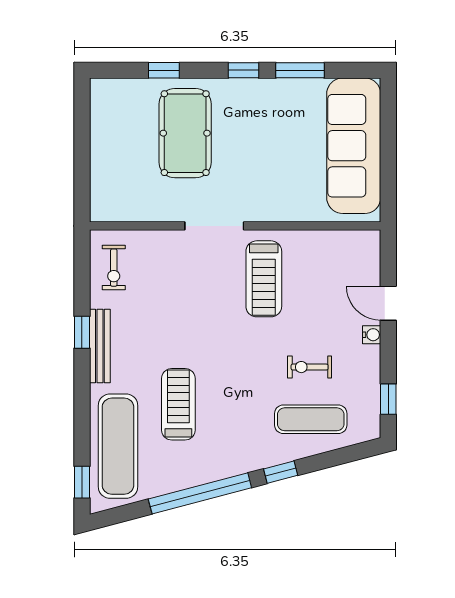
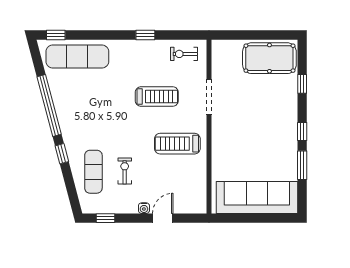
pool table: (185, 133) -> (269, 58), moved
doorway: (214, 226) -> (209, 97), moved
bench: (100, 346) -> (137, 46), removed
treadmill: (178, 404) -> (157, 96), moved

